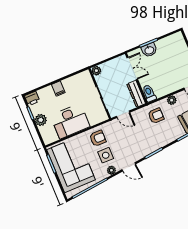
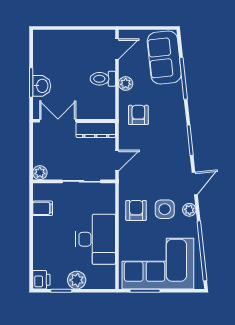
filing cabinet: (58, 89) -> (43, 208), moved
toilet: (149, 93) -> (103, 79), moved

